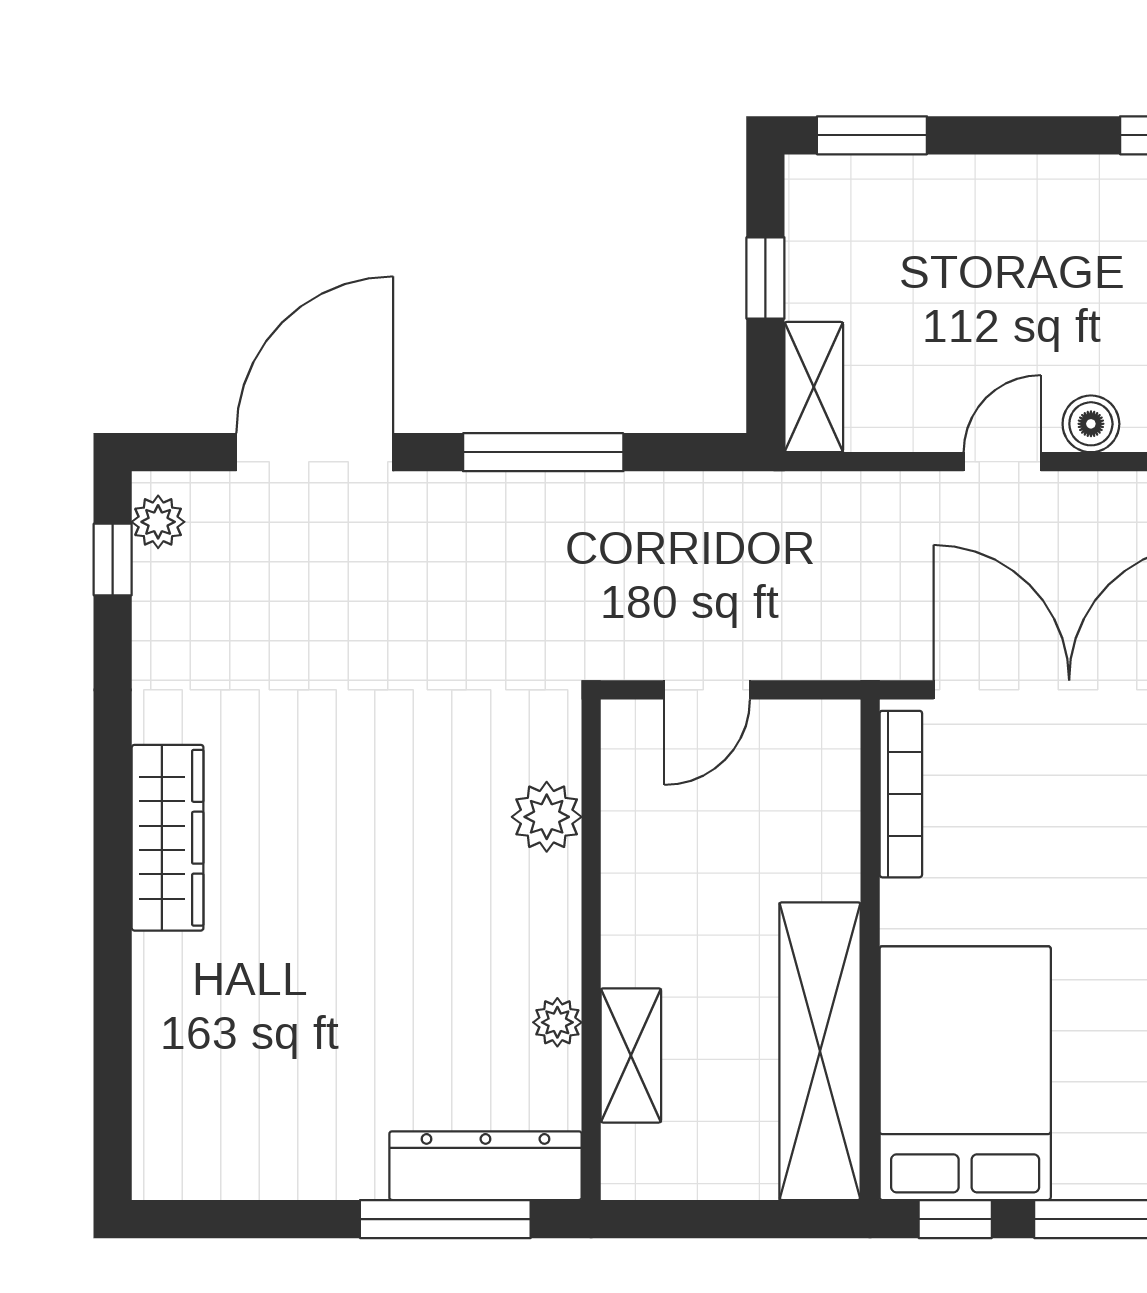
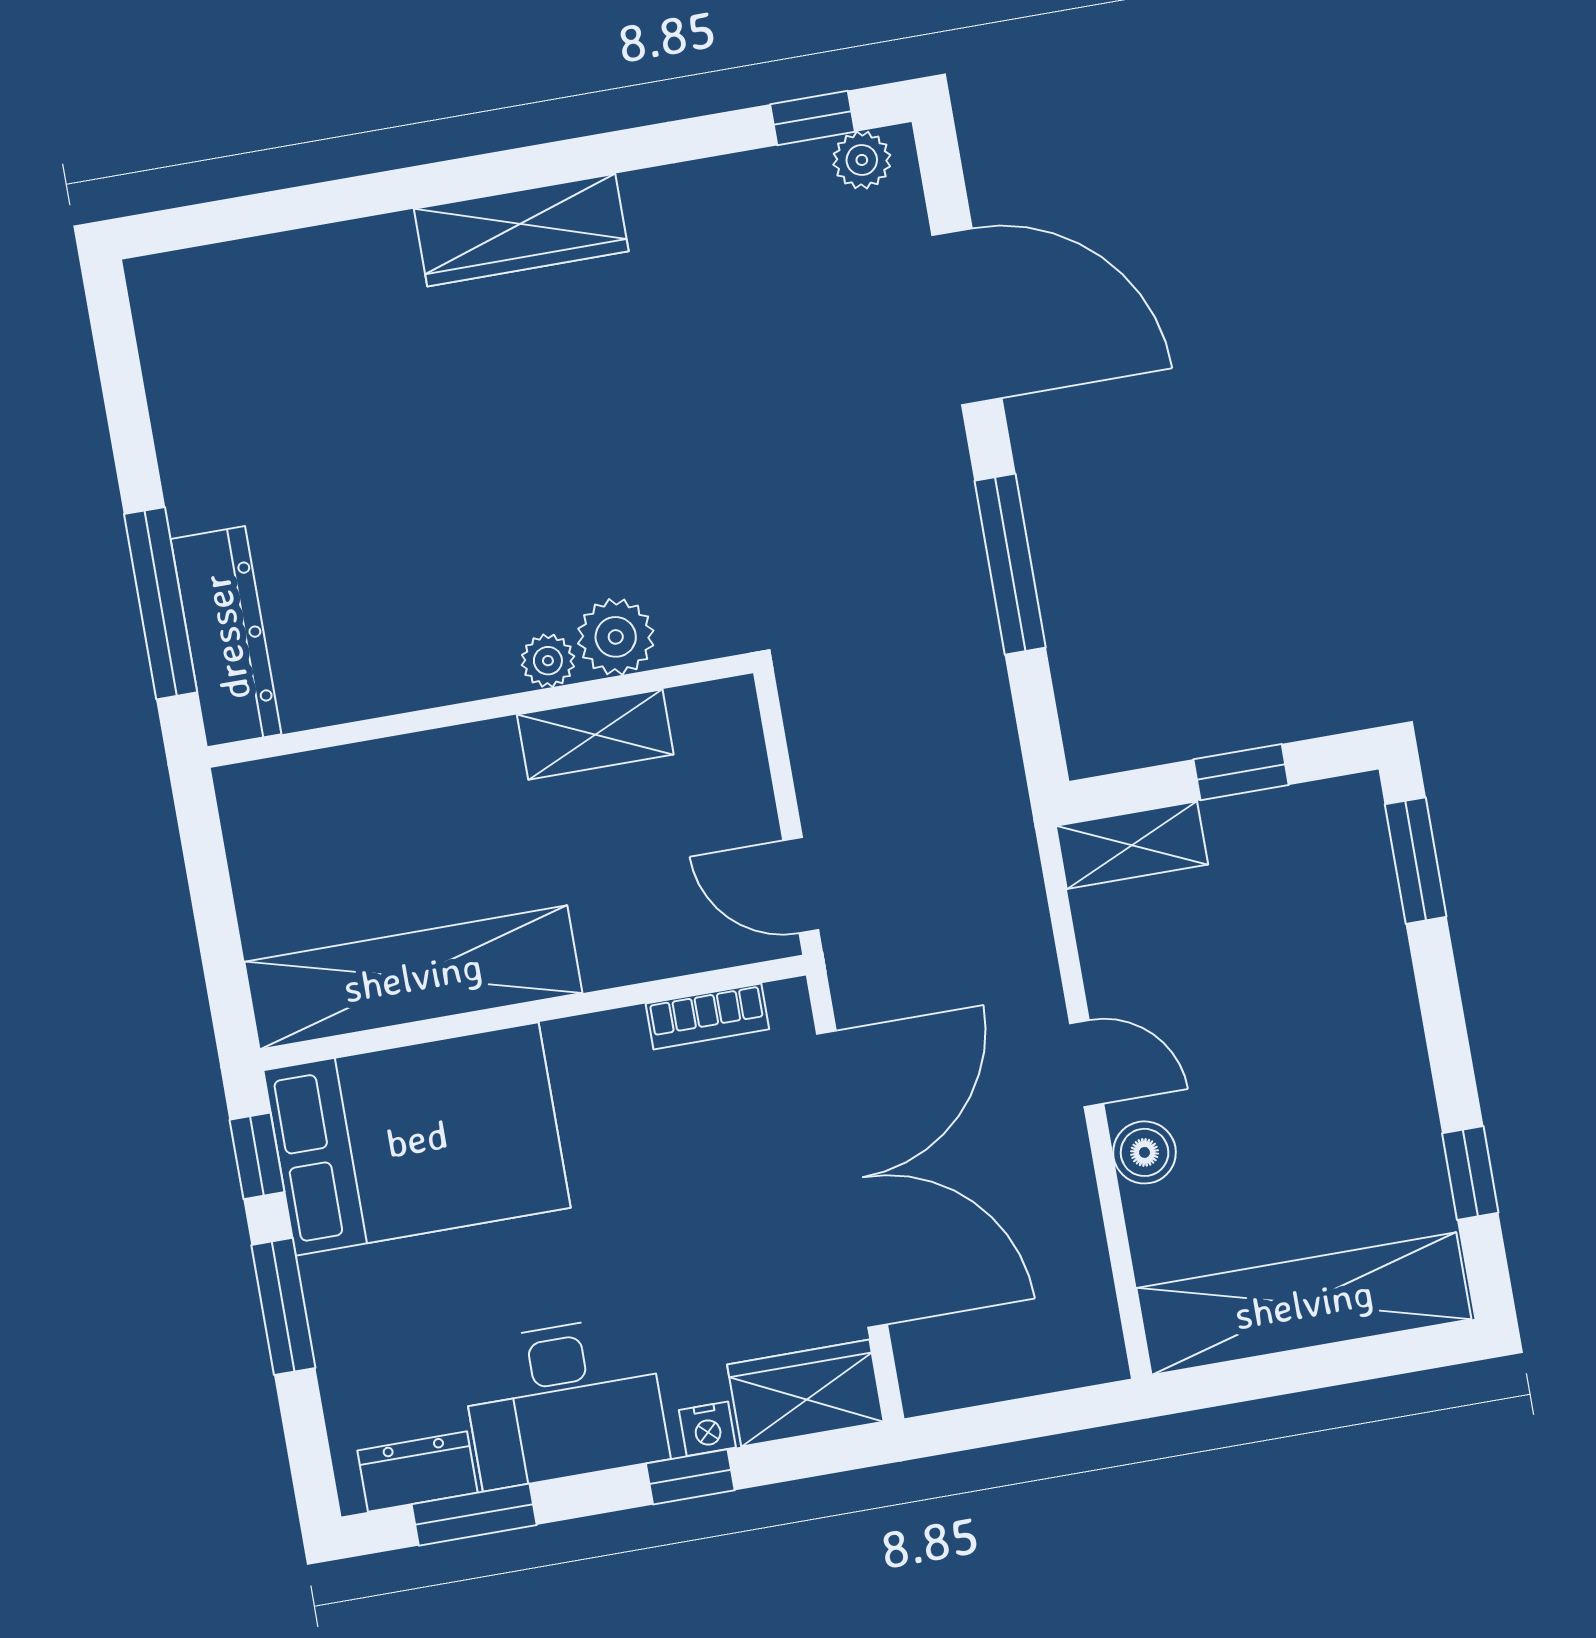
door: (707, 690) -> (801, 885), moved
bookcase: (901, 794) -> (707, 1016), width x0.64
plant: (557, 1022) -> (548, 661), moved
shelving: (631, 1055) -> (595, 735), moved

